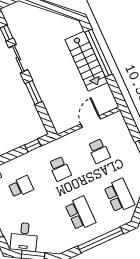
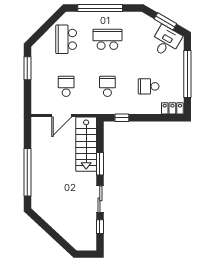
stairs: (86, 61) -> (86, 144), moved, turned 180
school desk: (80, 213) -> (107, 39), turned 90

